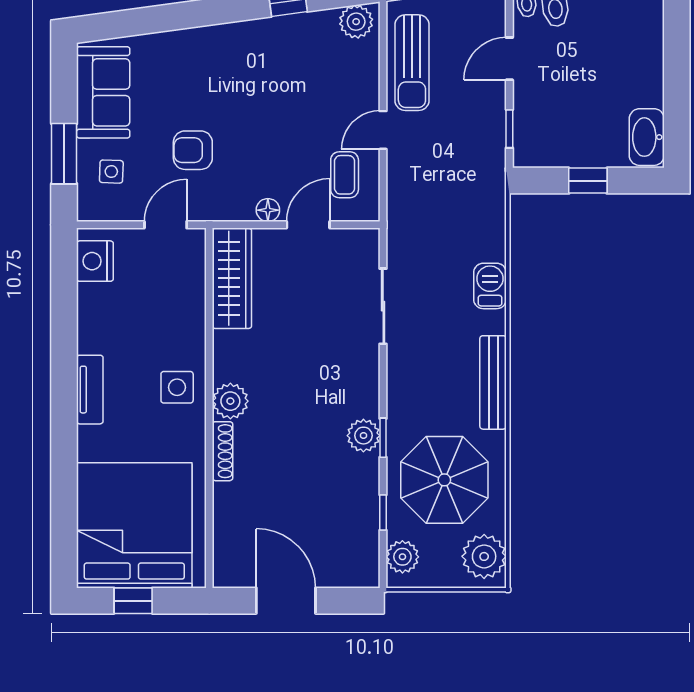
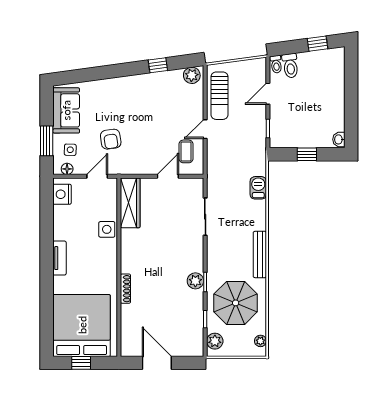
washbasin: (647, 137) -> (339, 139), width x0.52, depth x0.69
armchair: (193, 150) -> (111, 139), turned -98
floor lamp: (268, 210) -> (67, 169), moved
barbecue: (490, 286) -> (258, 188), moved
side table: (177, 387) -> (107, 229), moved
plant: (230, 401) -> (129, 264), removed
plant: (484, 556) -> (260, 341), width x0.53, depth x0.53

